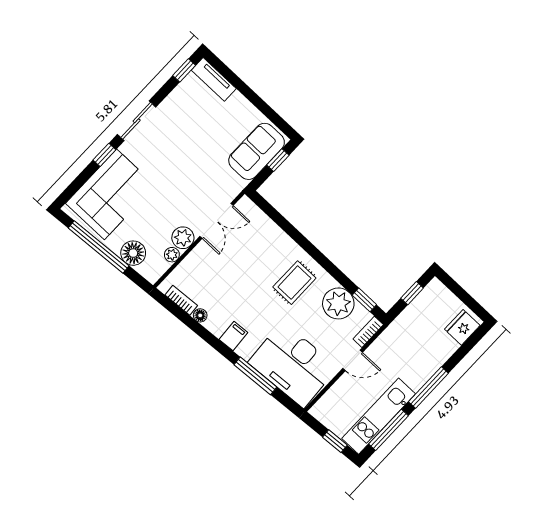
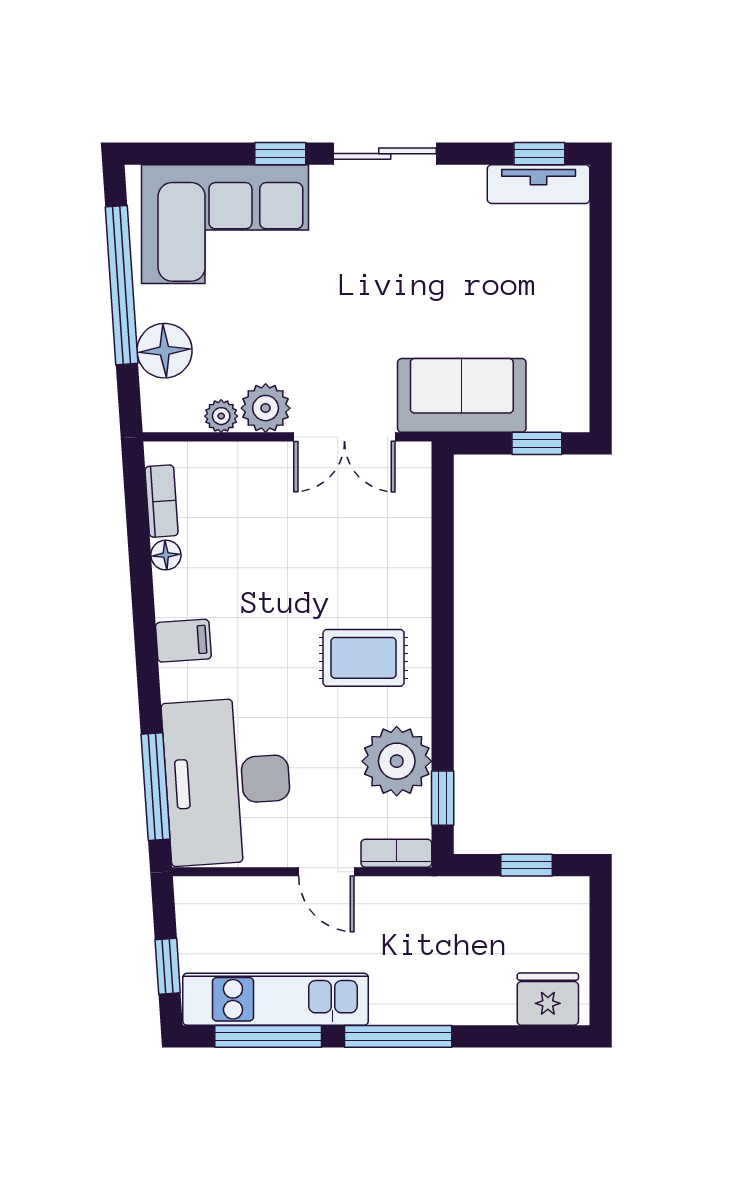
tv unit: (214, 79) -> (539, 184), moved, turned -90
sofa: (257, 151) -> (462, 395), moved
window: (255, 376) -> (156, 787), moved

